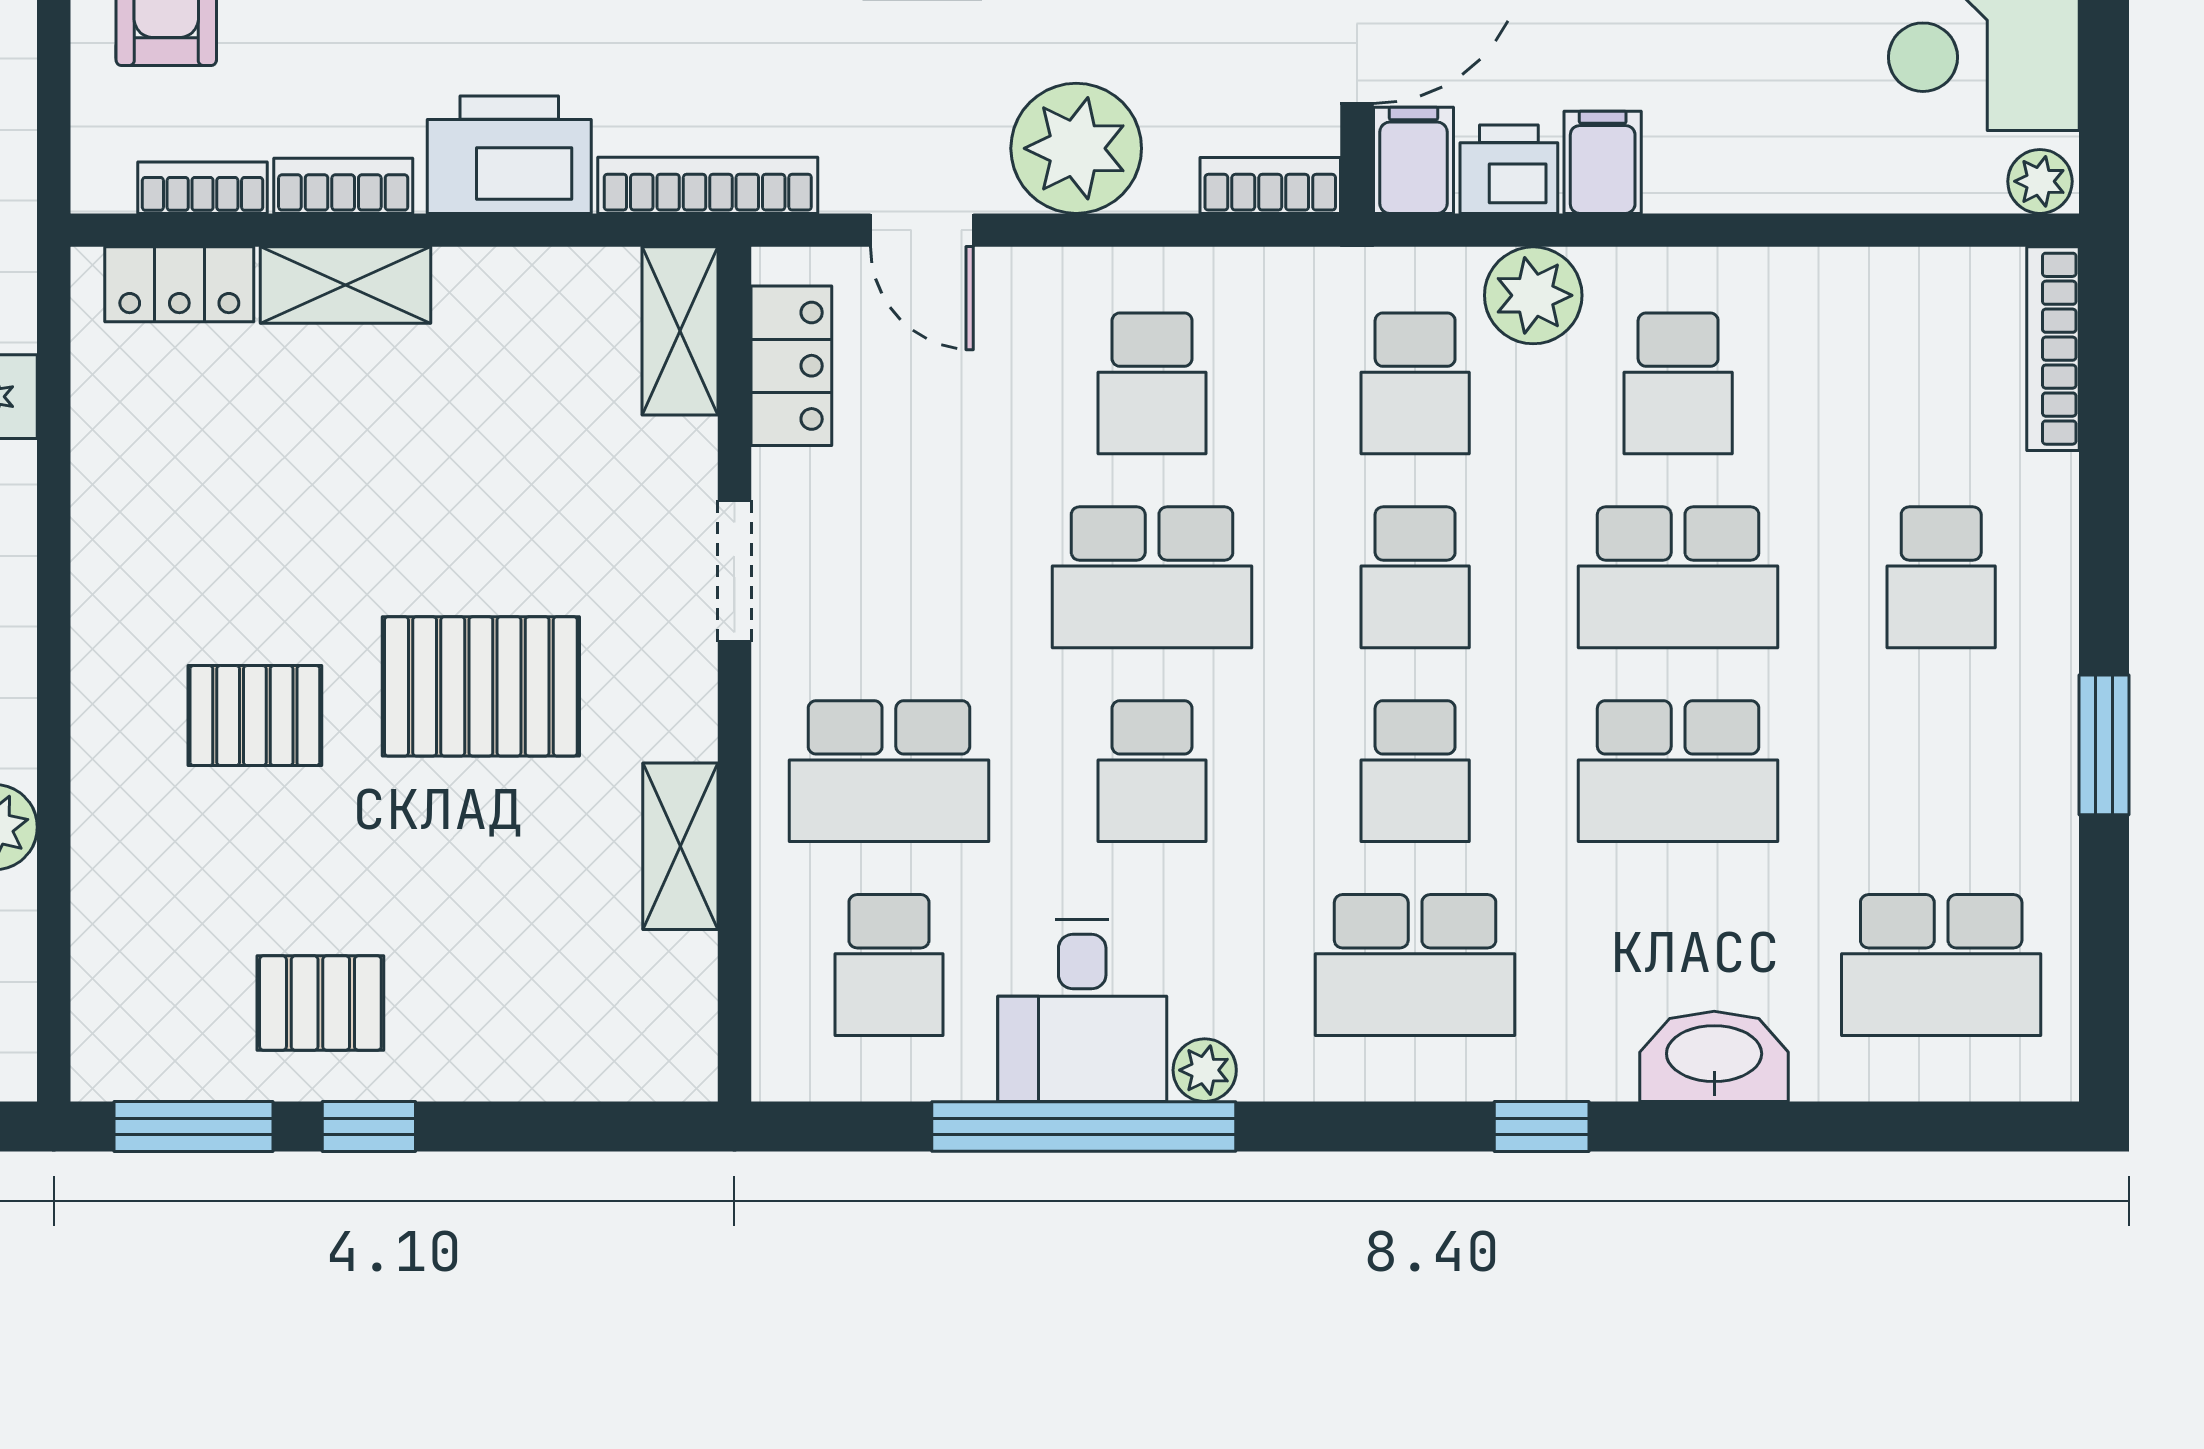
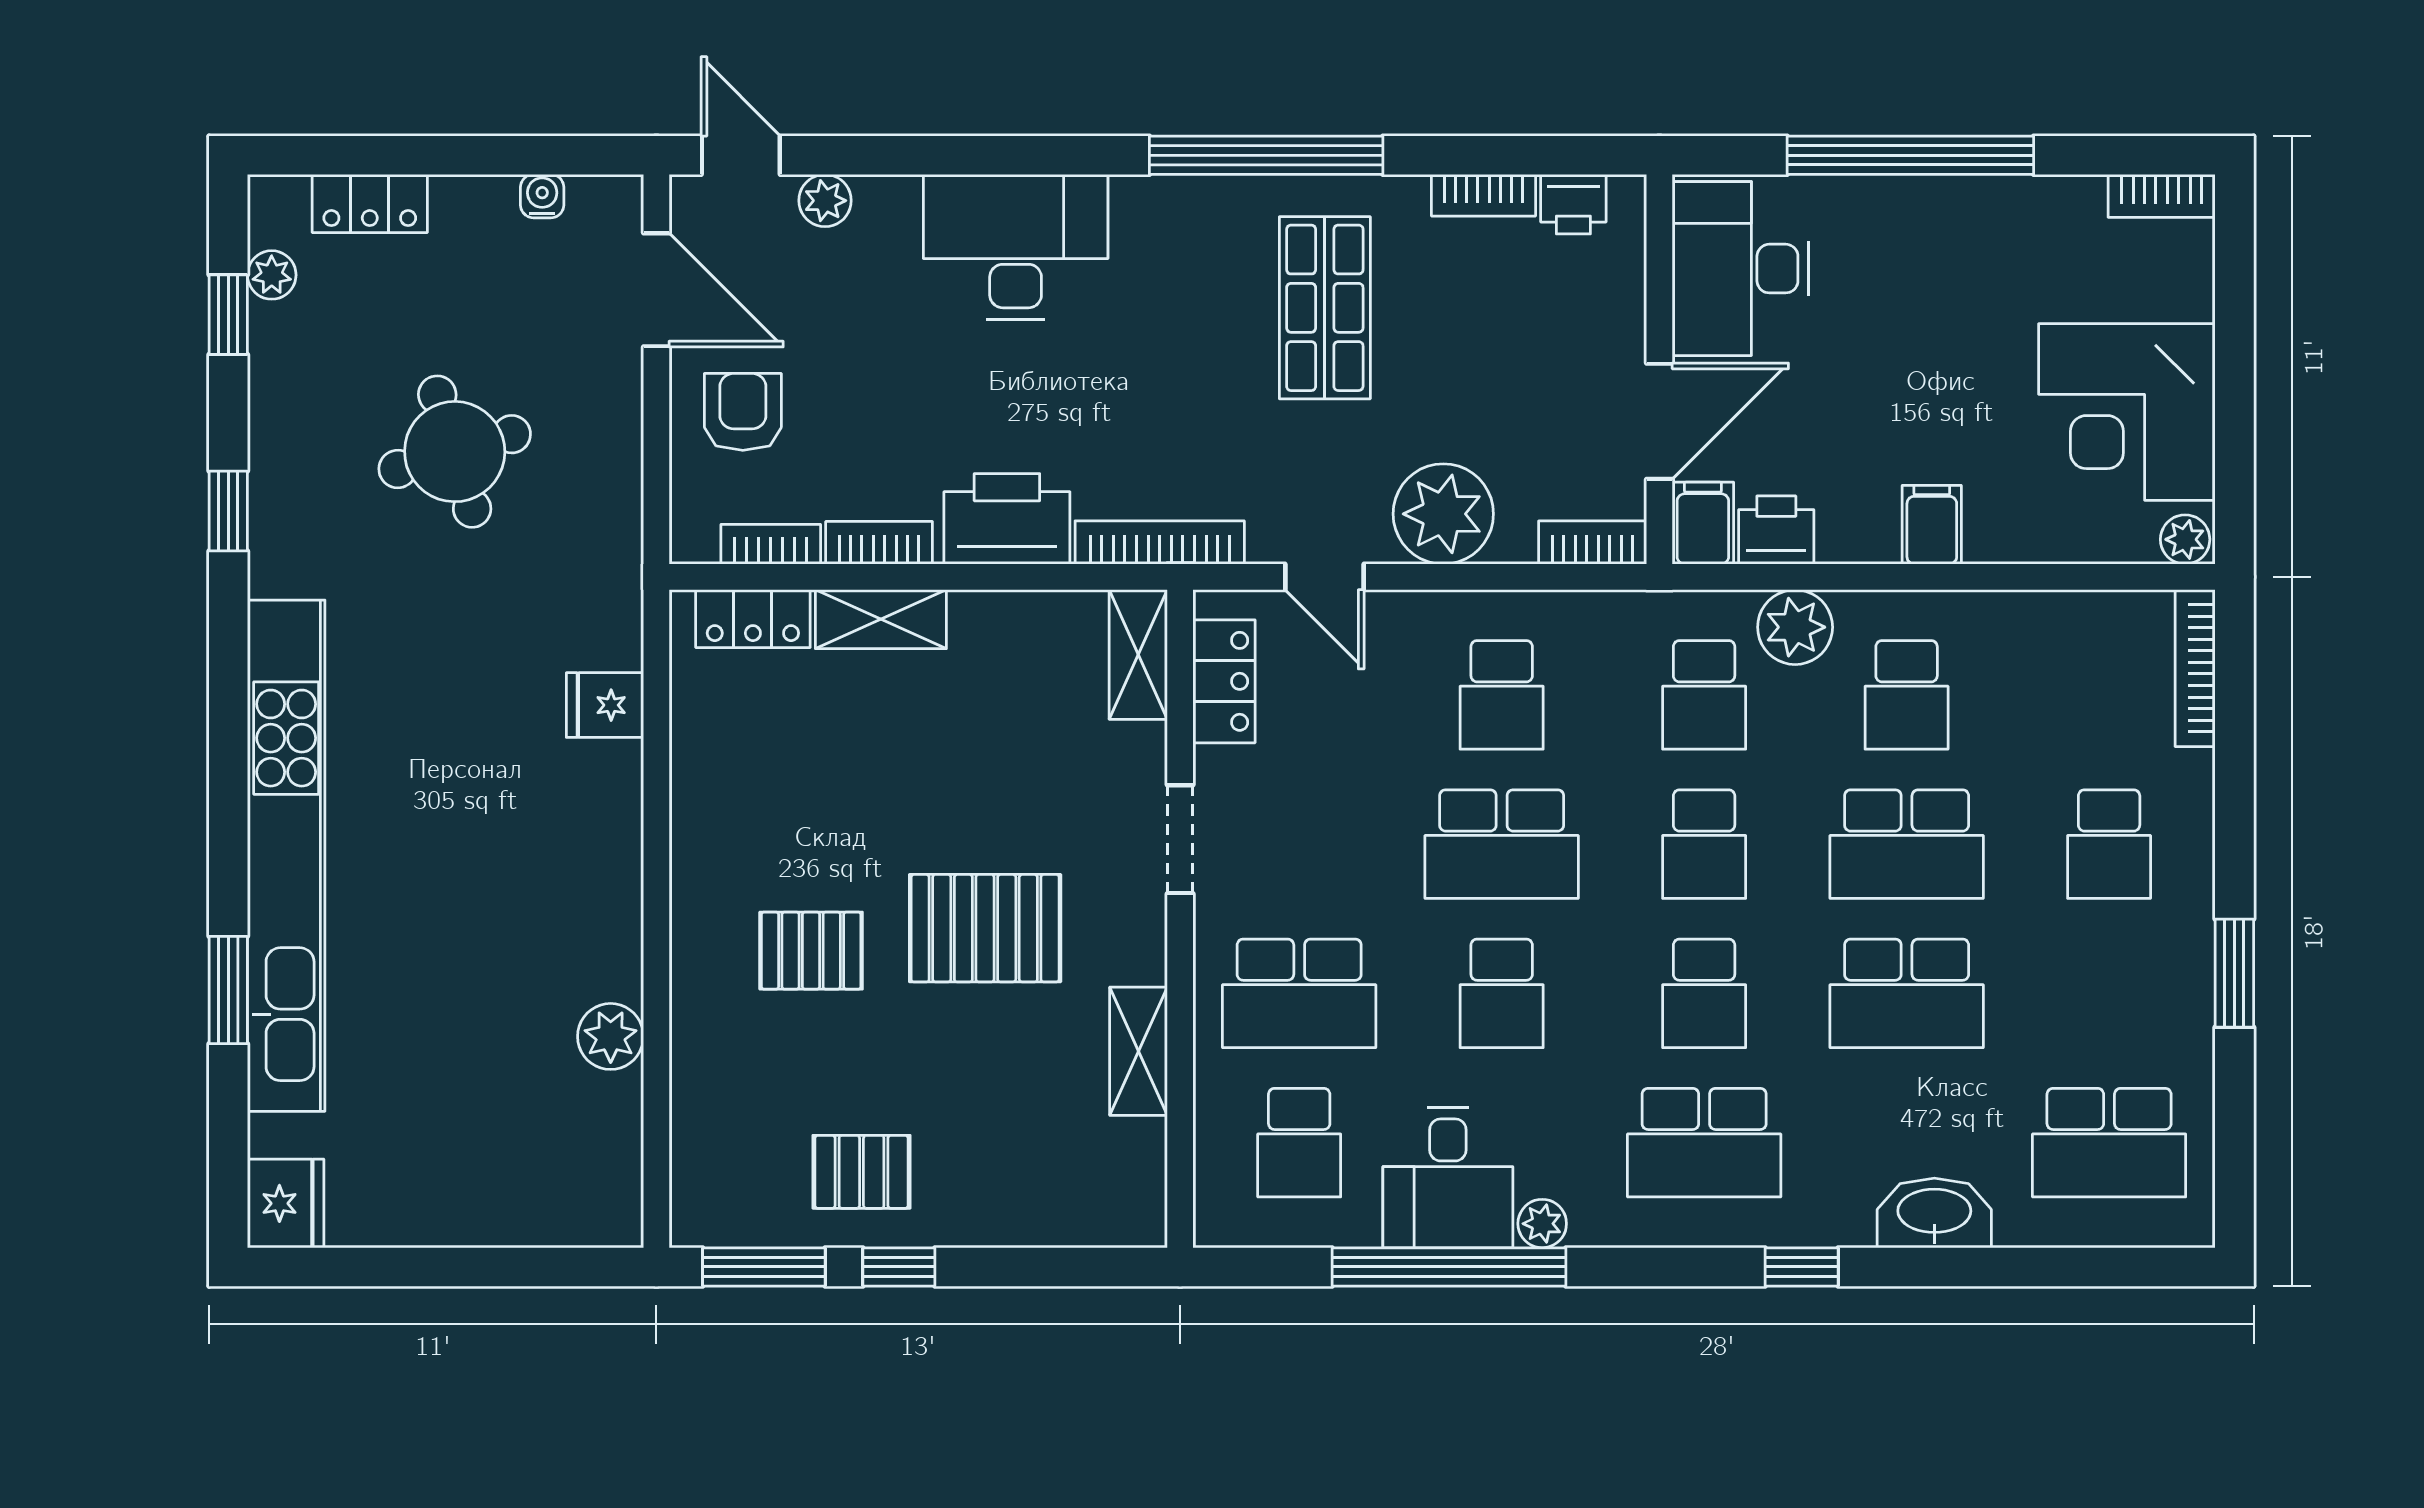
filing cabinet: (1603, 162) -> (1932, 525), moved

